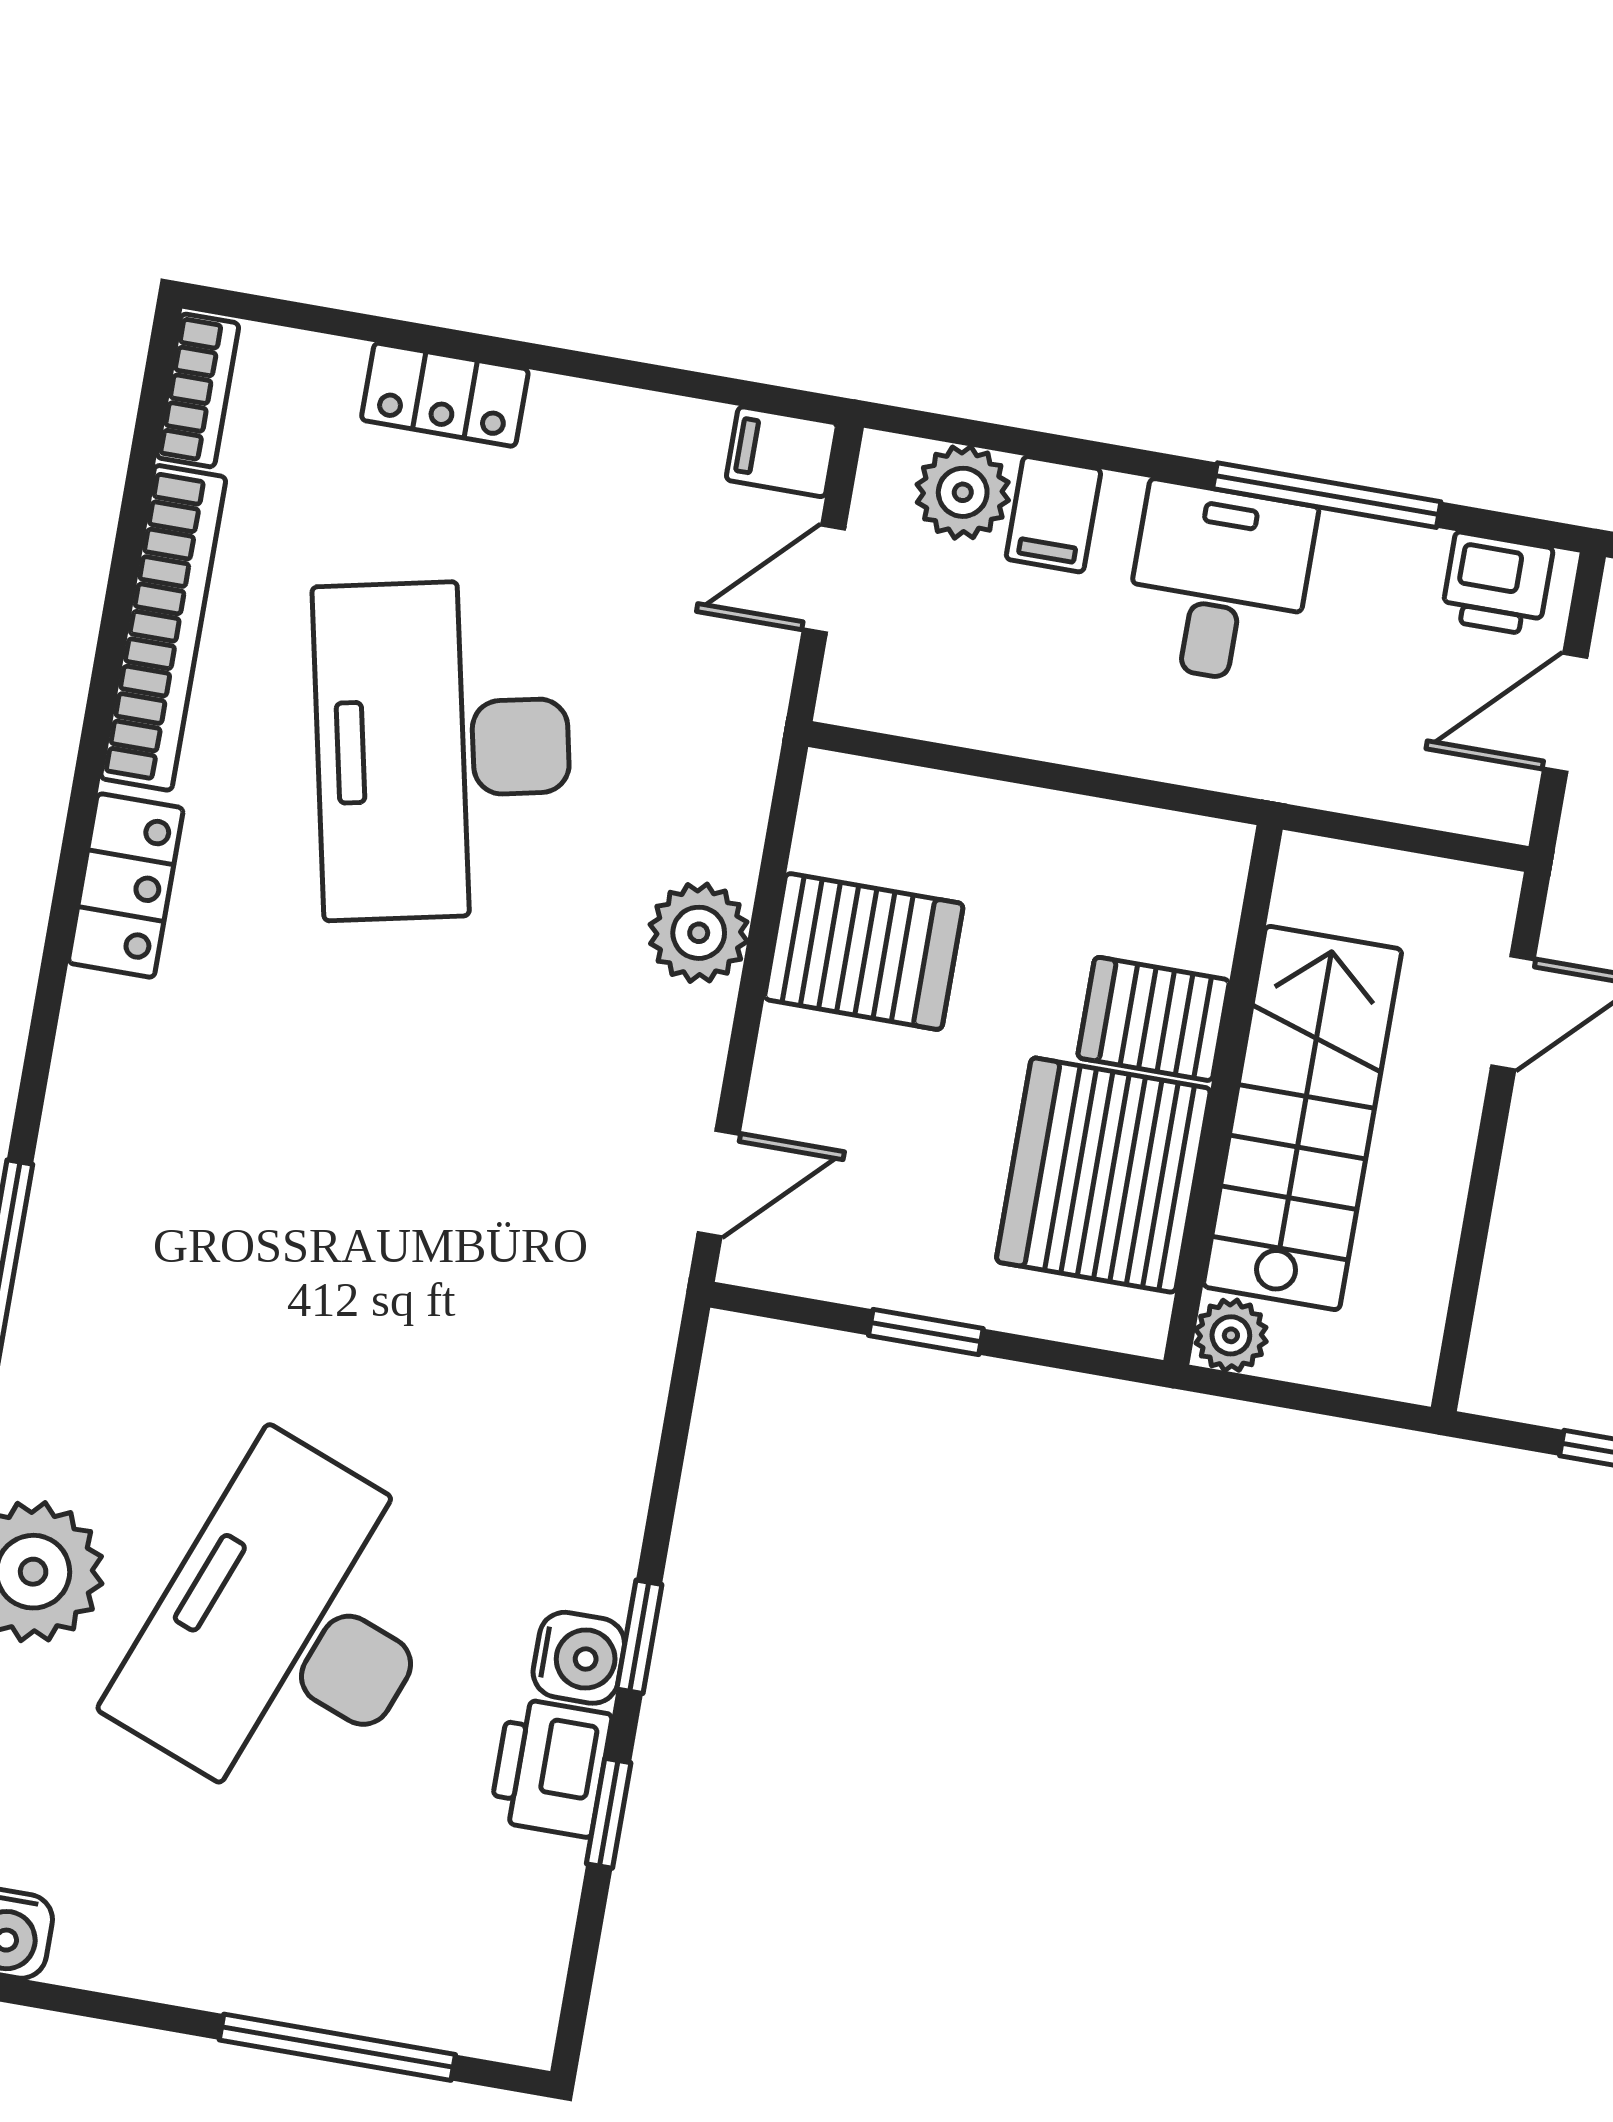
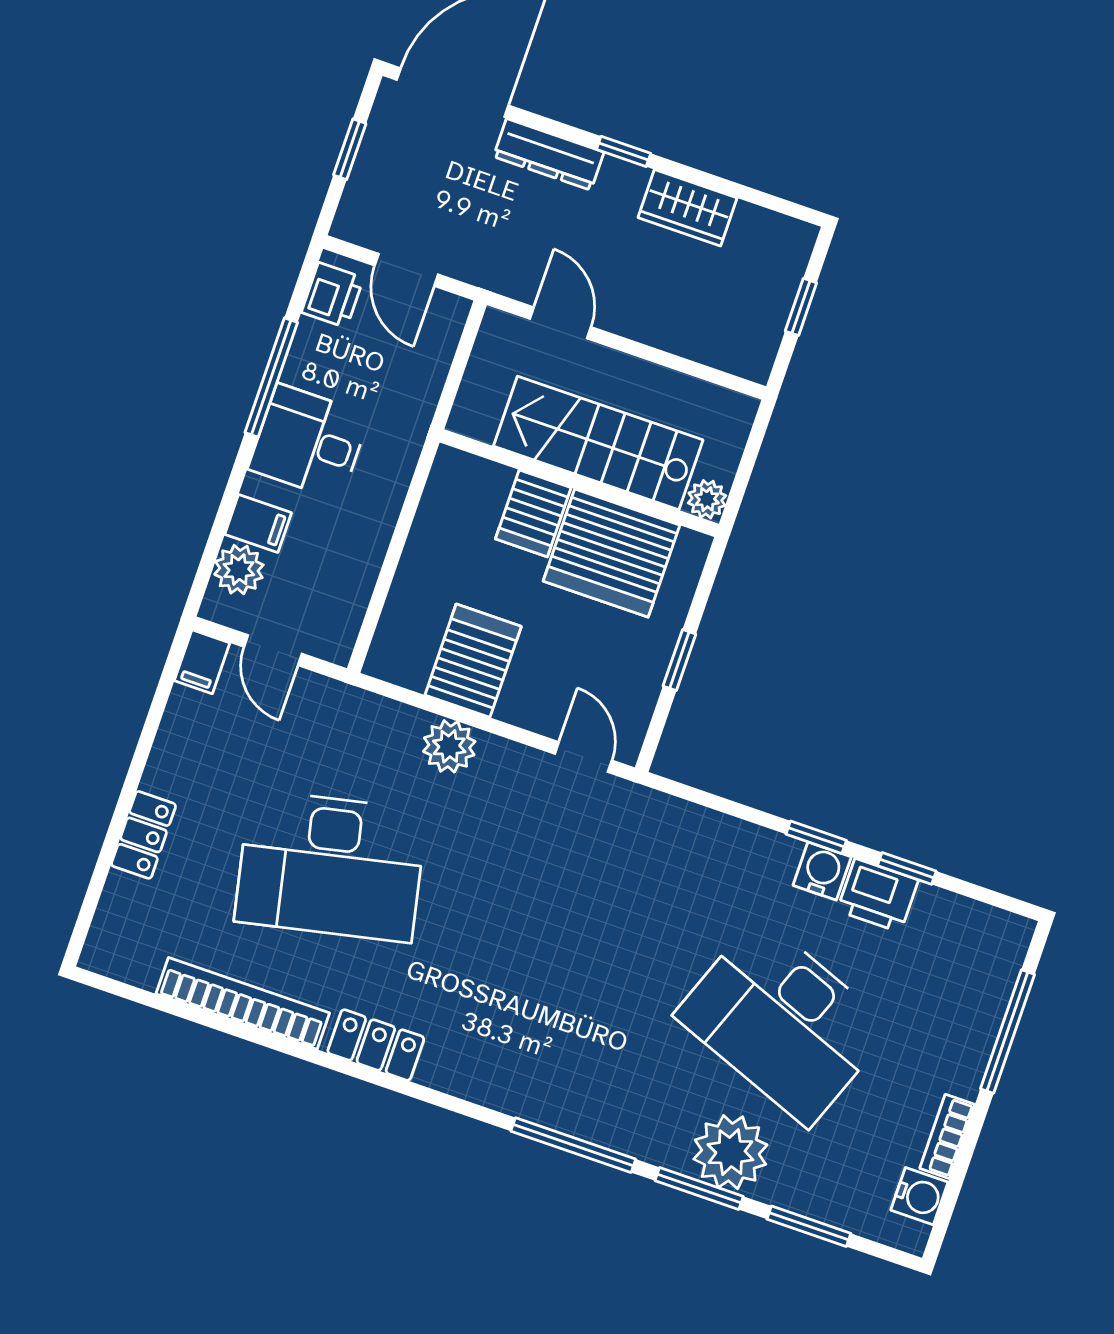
bookcase: (198, 390) -> (947, 1136), moved, turned -90

